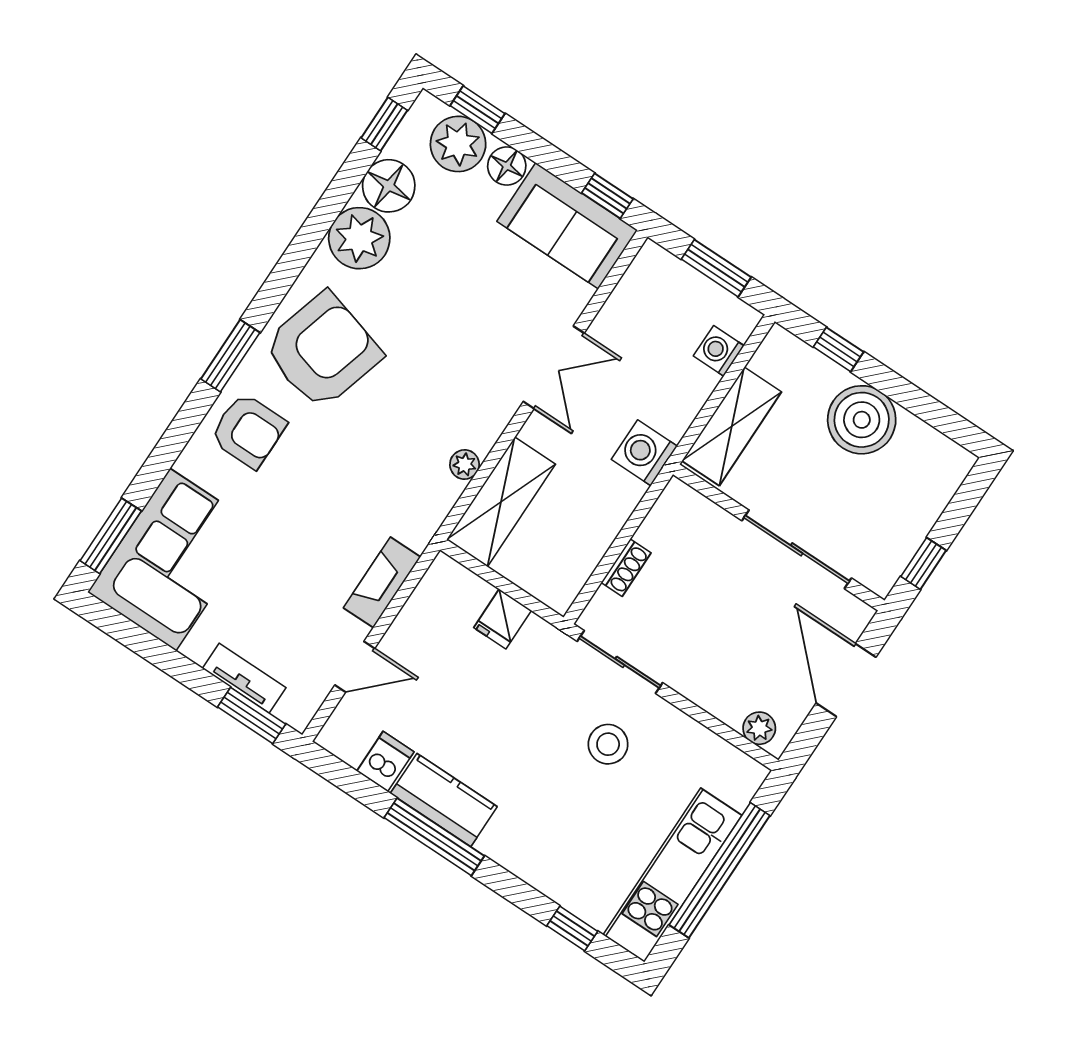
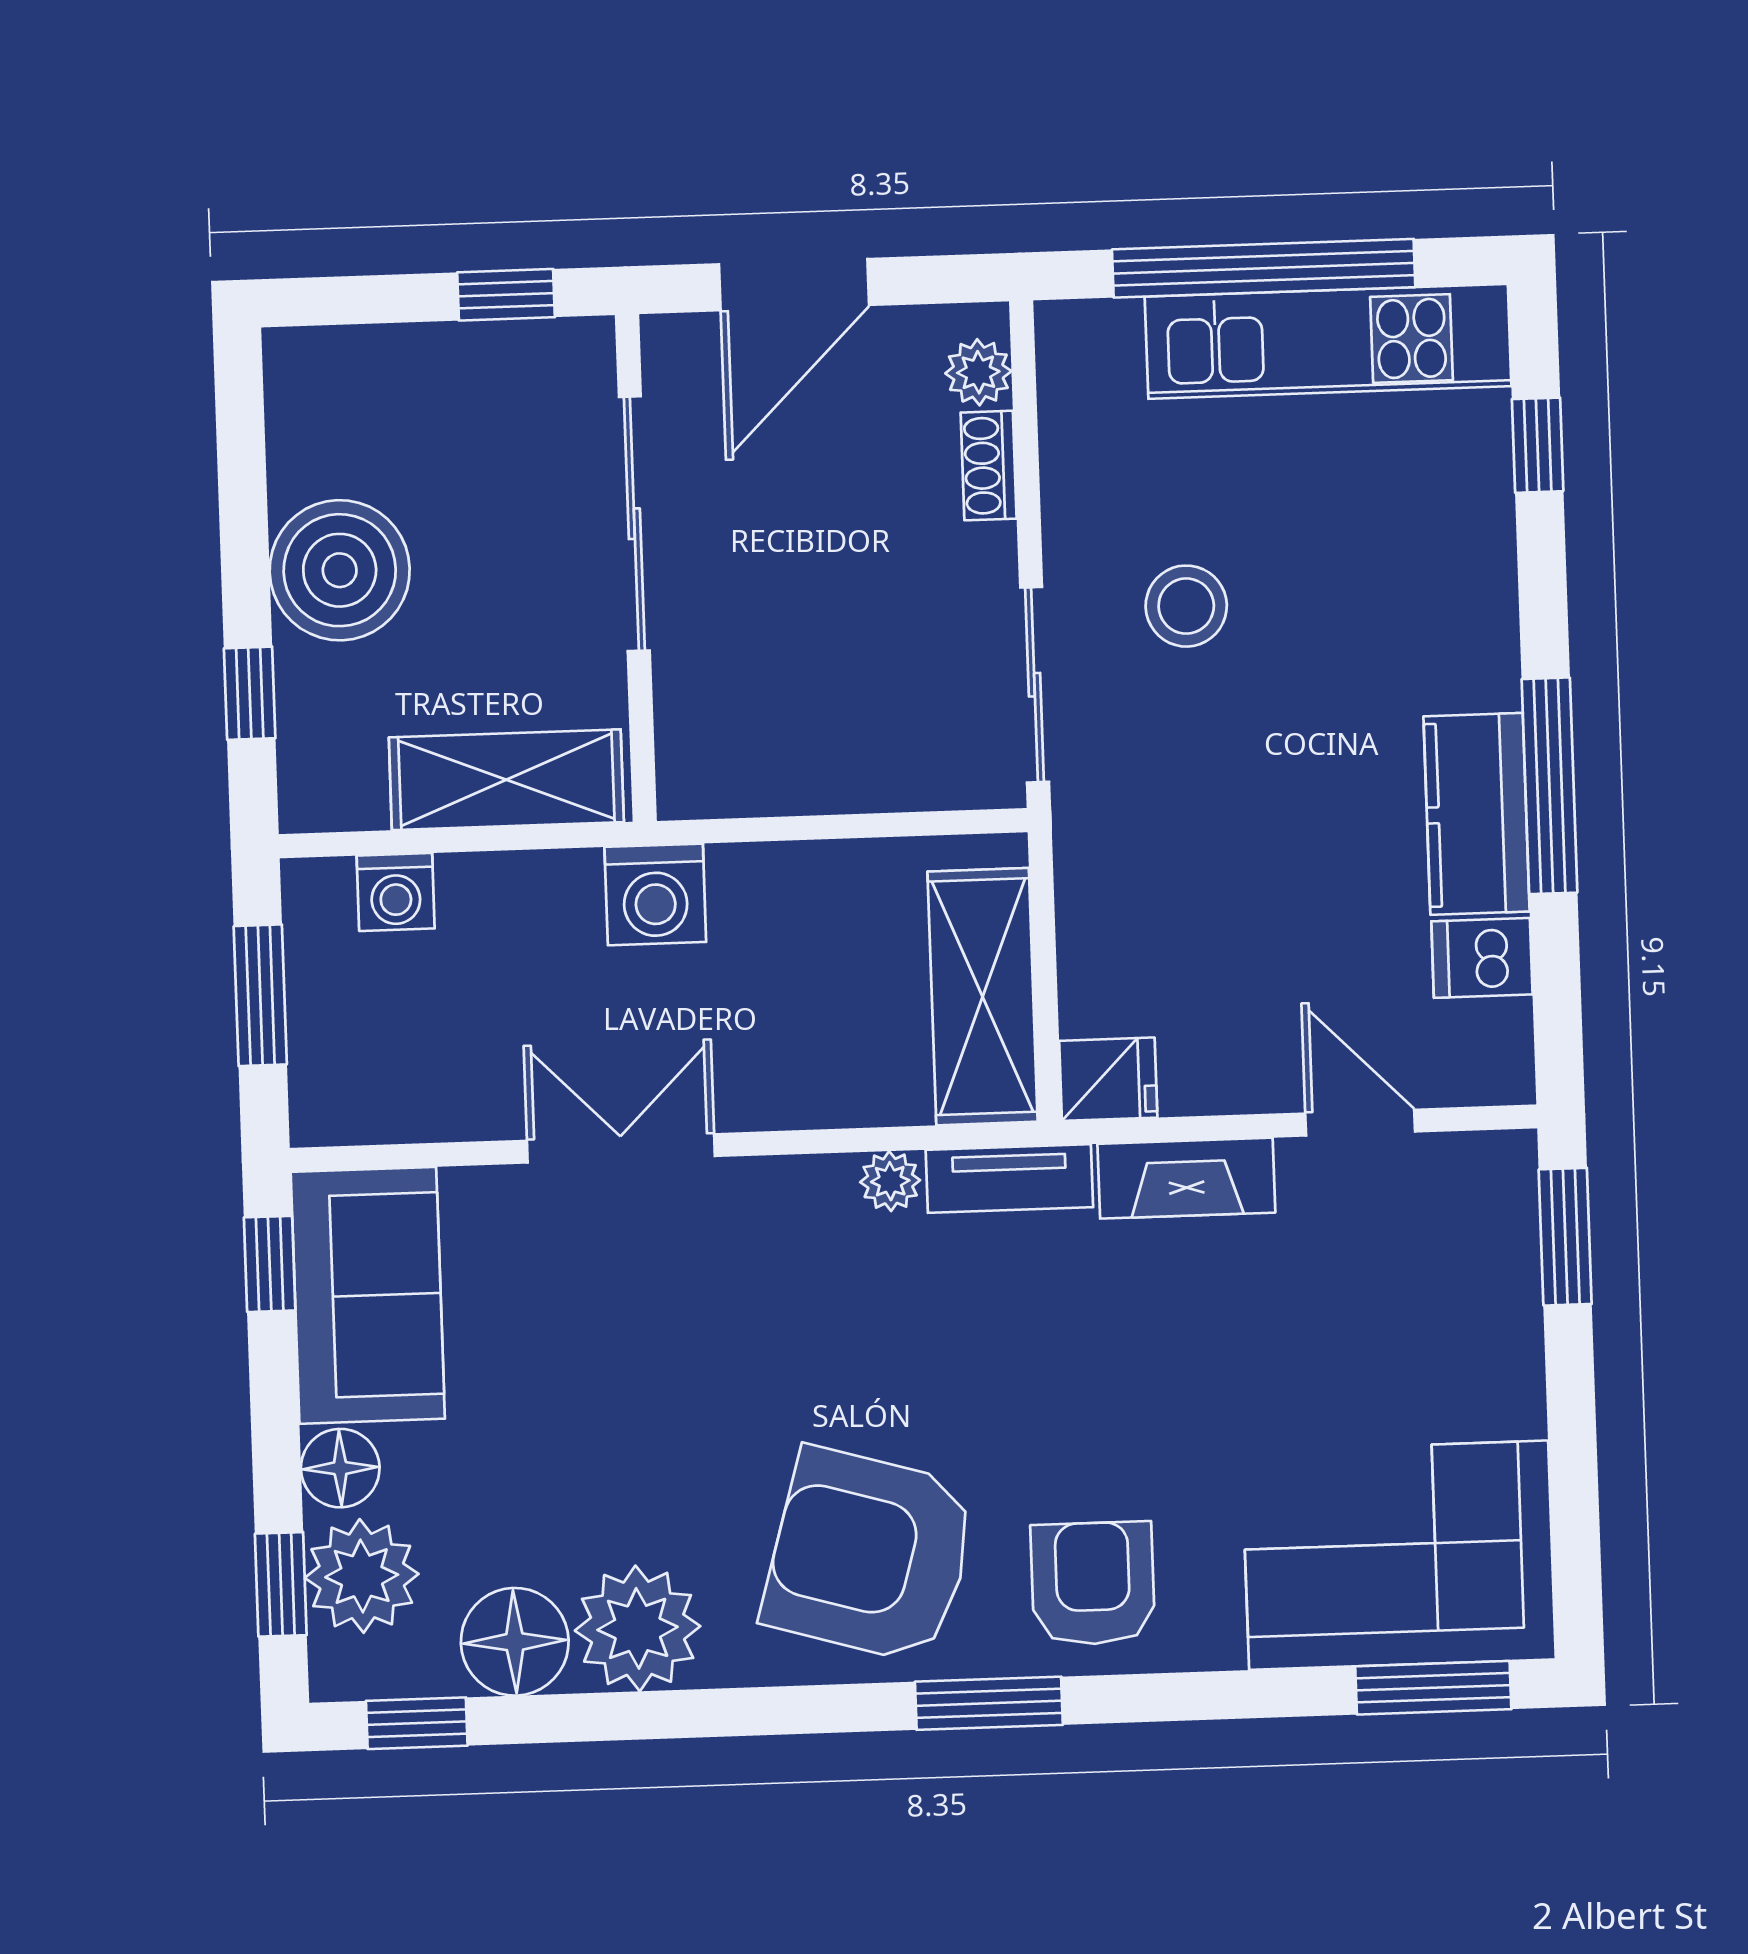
shelving: (501, 502) -> (983, 997), moved, turned 90
shoe rack: (626, 568) -> (989, 466), moved, turned -90
fridge: (503, 619) -> (1108, 1079), moved
tv unit: (244, 678) -> (1009, 1178), moved, turned -90

